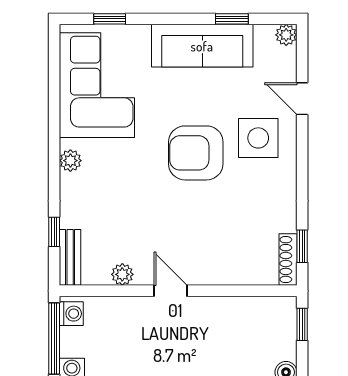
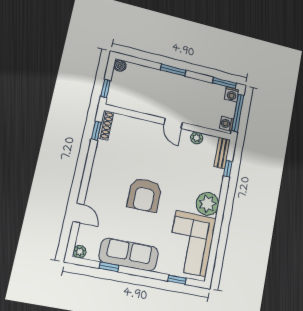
side table: (258, 138) -> (108, 196), removed
armchair: (196, 153) -> (145, 195), turned 90
plant: (70, 161) -> (207, 204), width x1.88, depth x1.88

